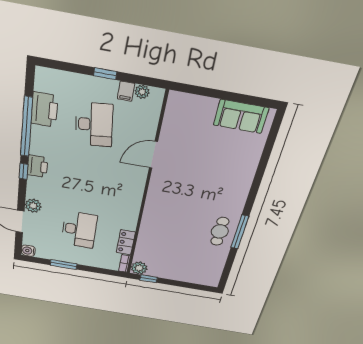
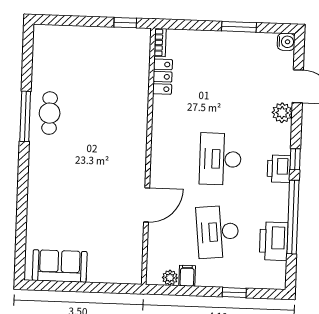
window: (105, 74) -> (234, 292), moved
desk: (79, 230) -> (220, 159), moved
plant: (139, 268) -> (140, 38), removed

